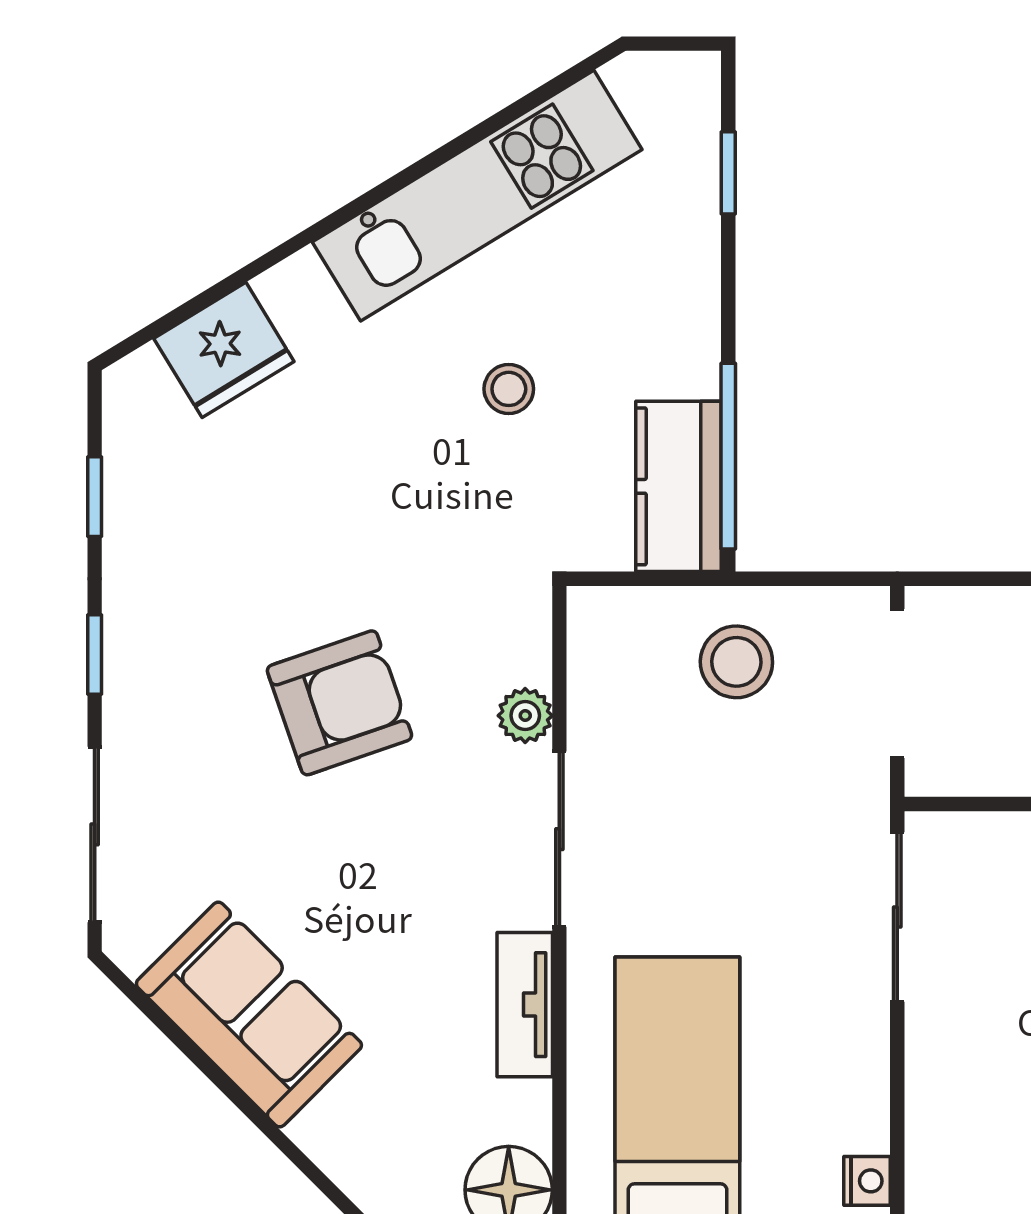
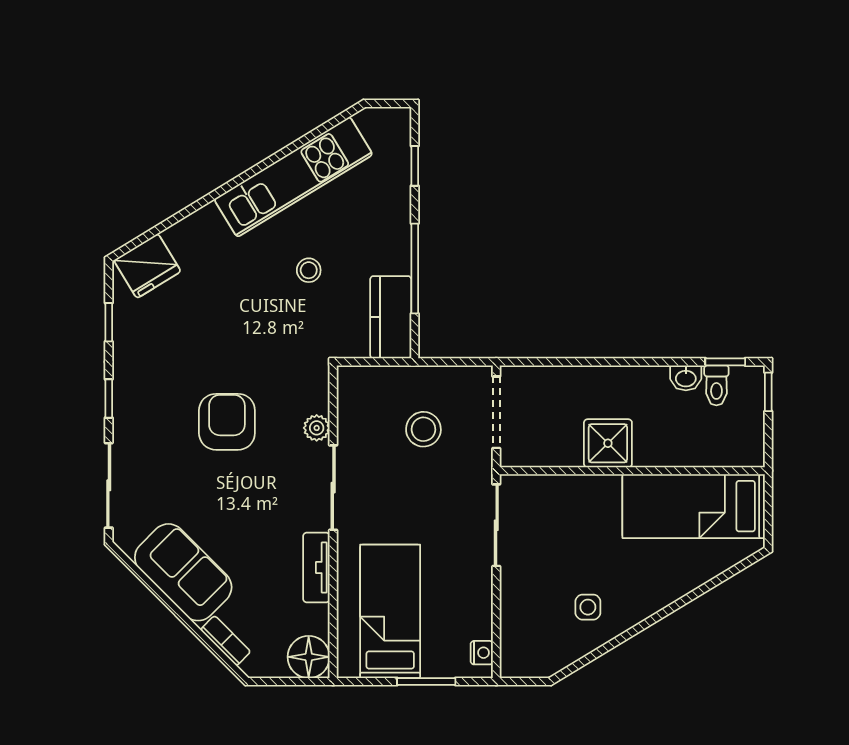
fridge: (224, 350) -> (147, 266), moved
window: (728, 456) -> (415, 268), moved
stool: (736, 662) -> (423, 429), moved
armchair: (339, 703) -> (227, 422), turned -71
bookcase: (336, 1156) -> (226, 641), added

